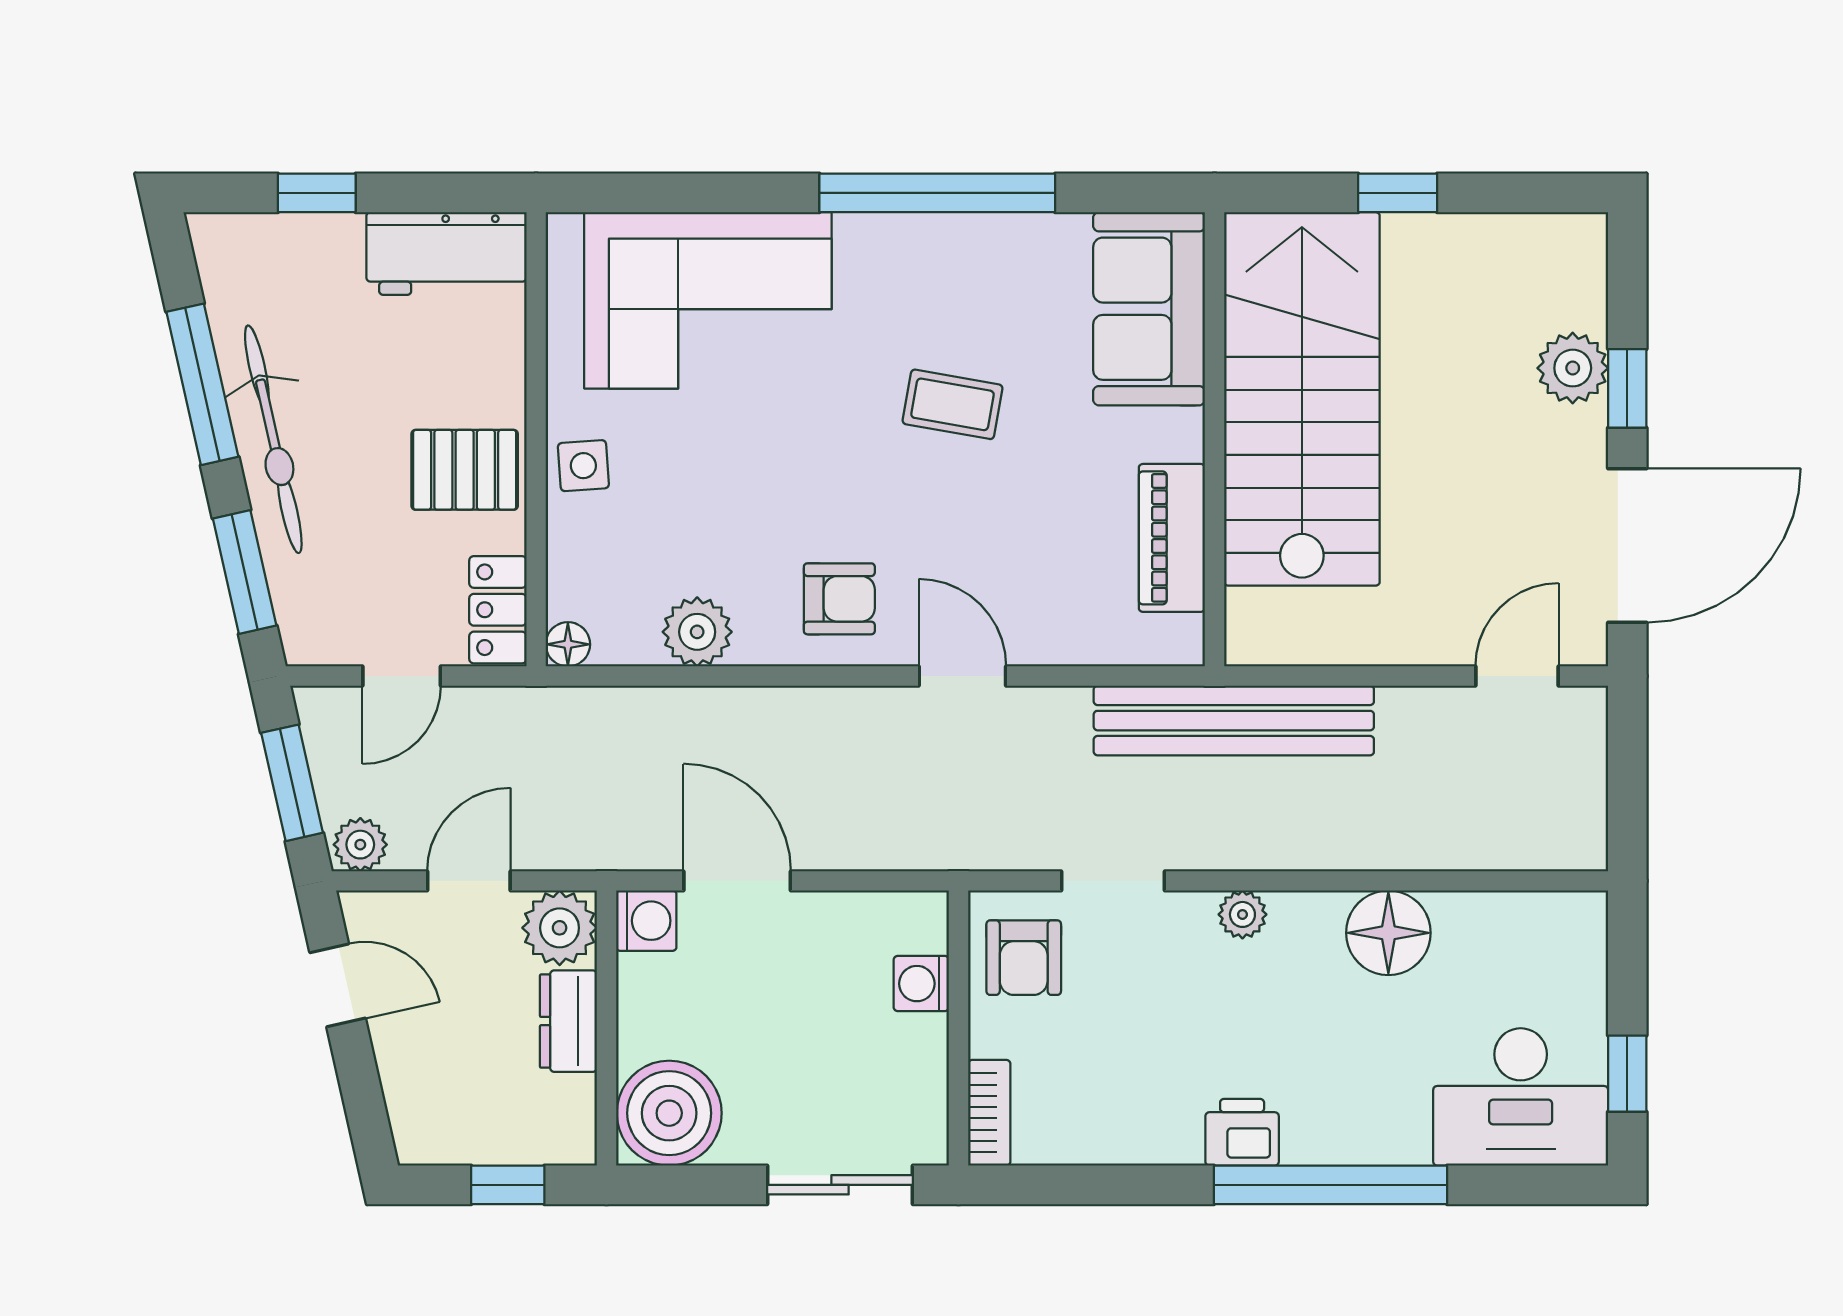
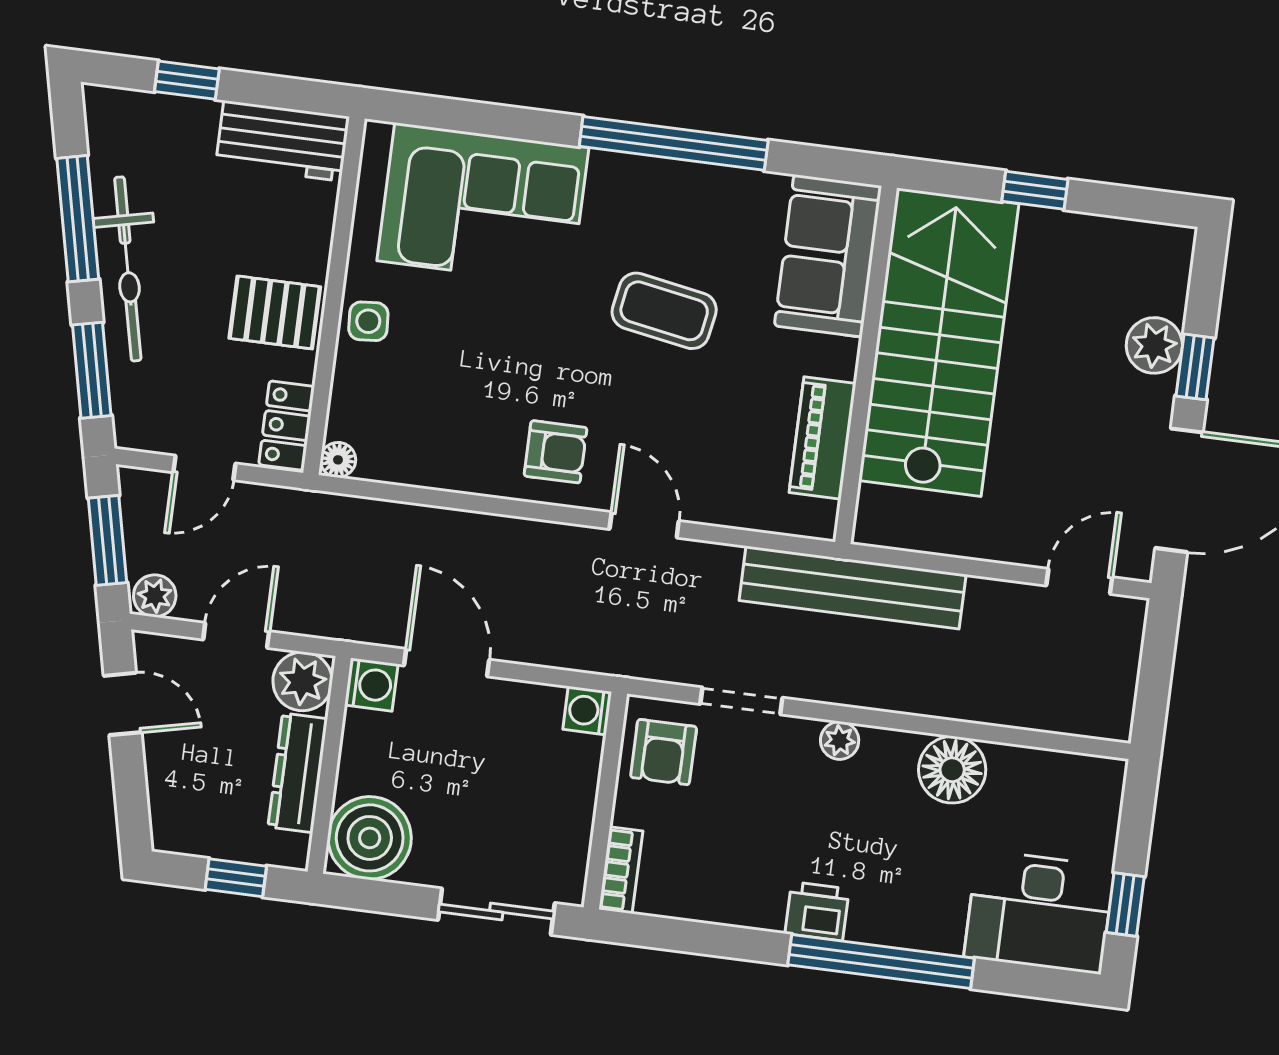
coffee table: (952, 404) -> (664, 311), width x1.36, depth x1.30
plant: (697, 632) -> (441, 463), removed
washing machine: (921, 984) -> (587, 711), moved
dresser: (568, 1021) -> (298, 773), width x1.44

